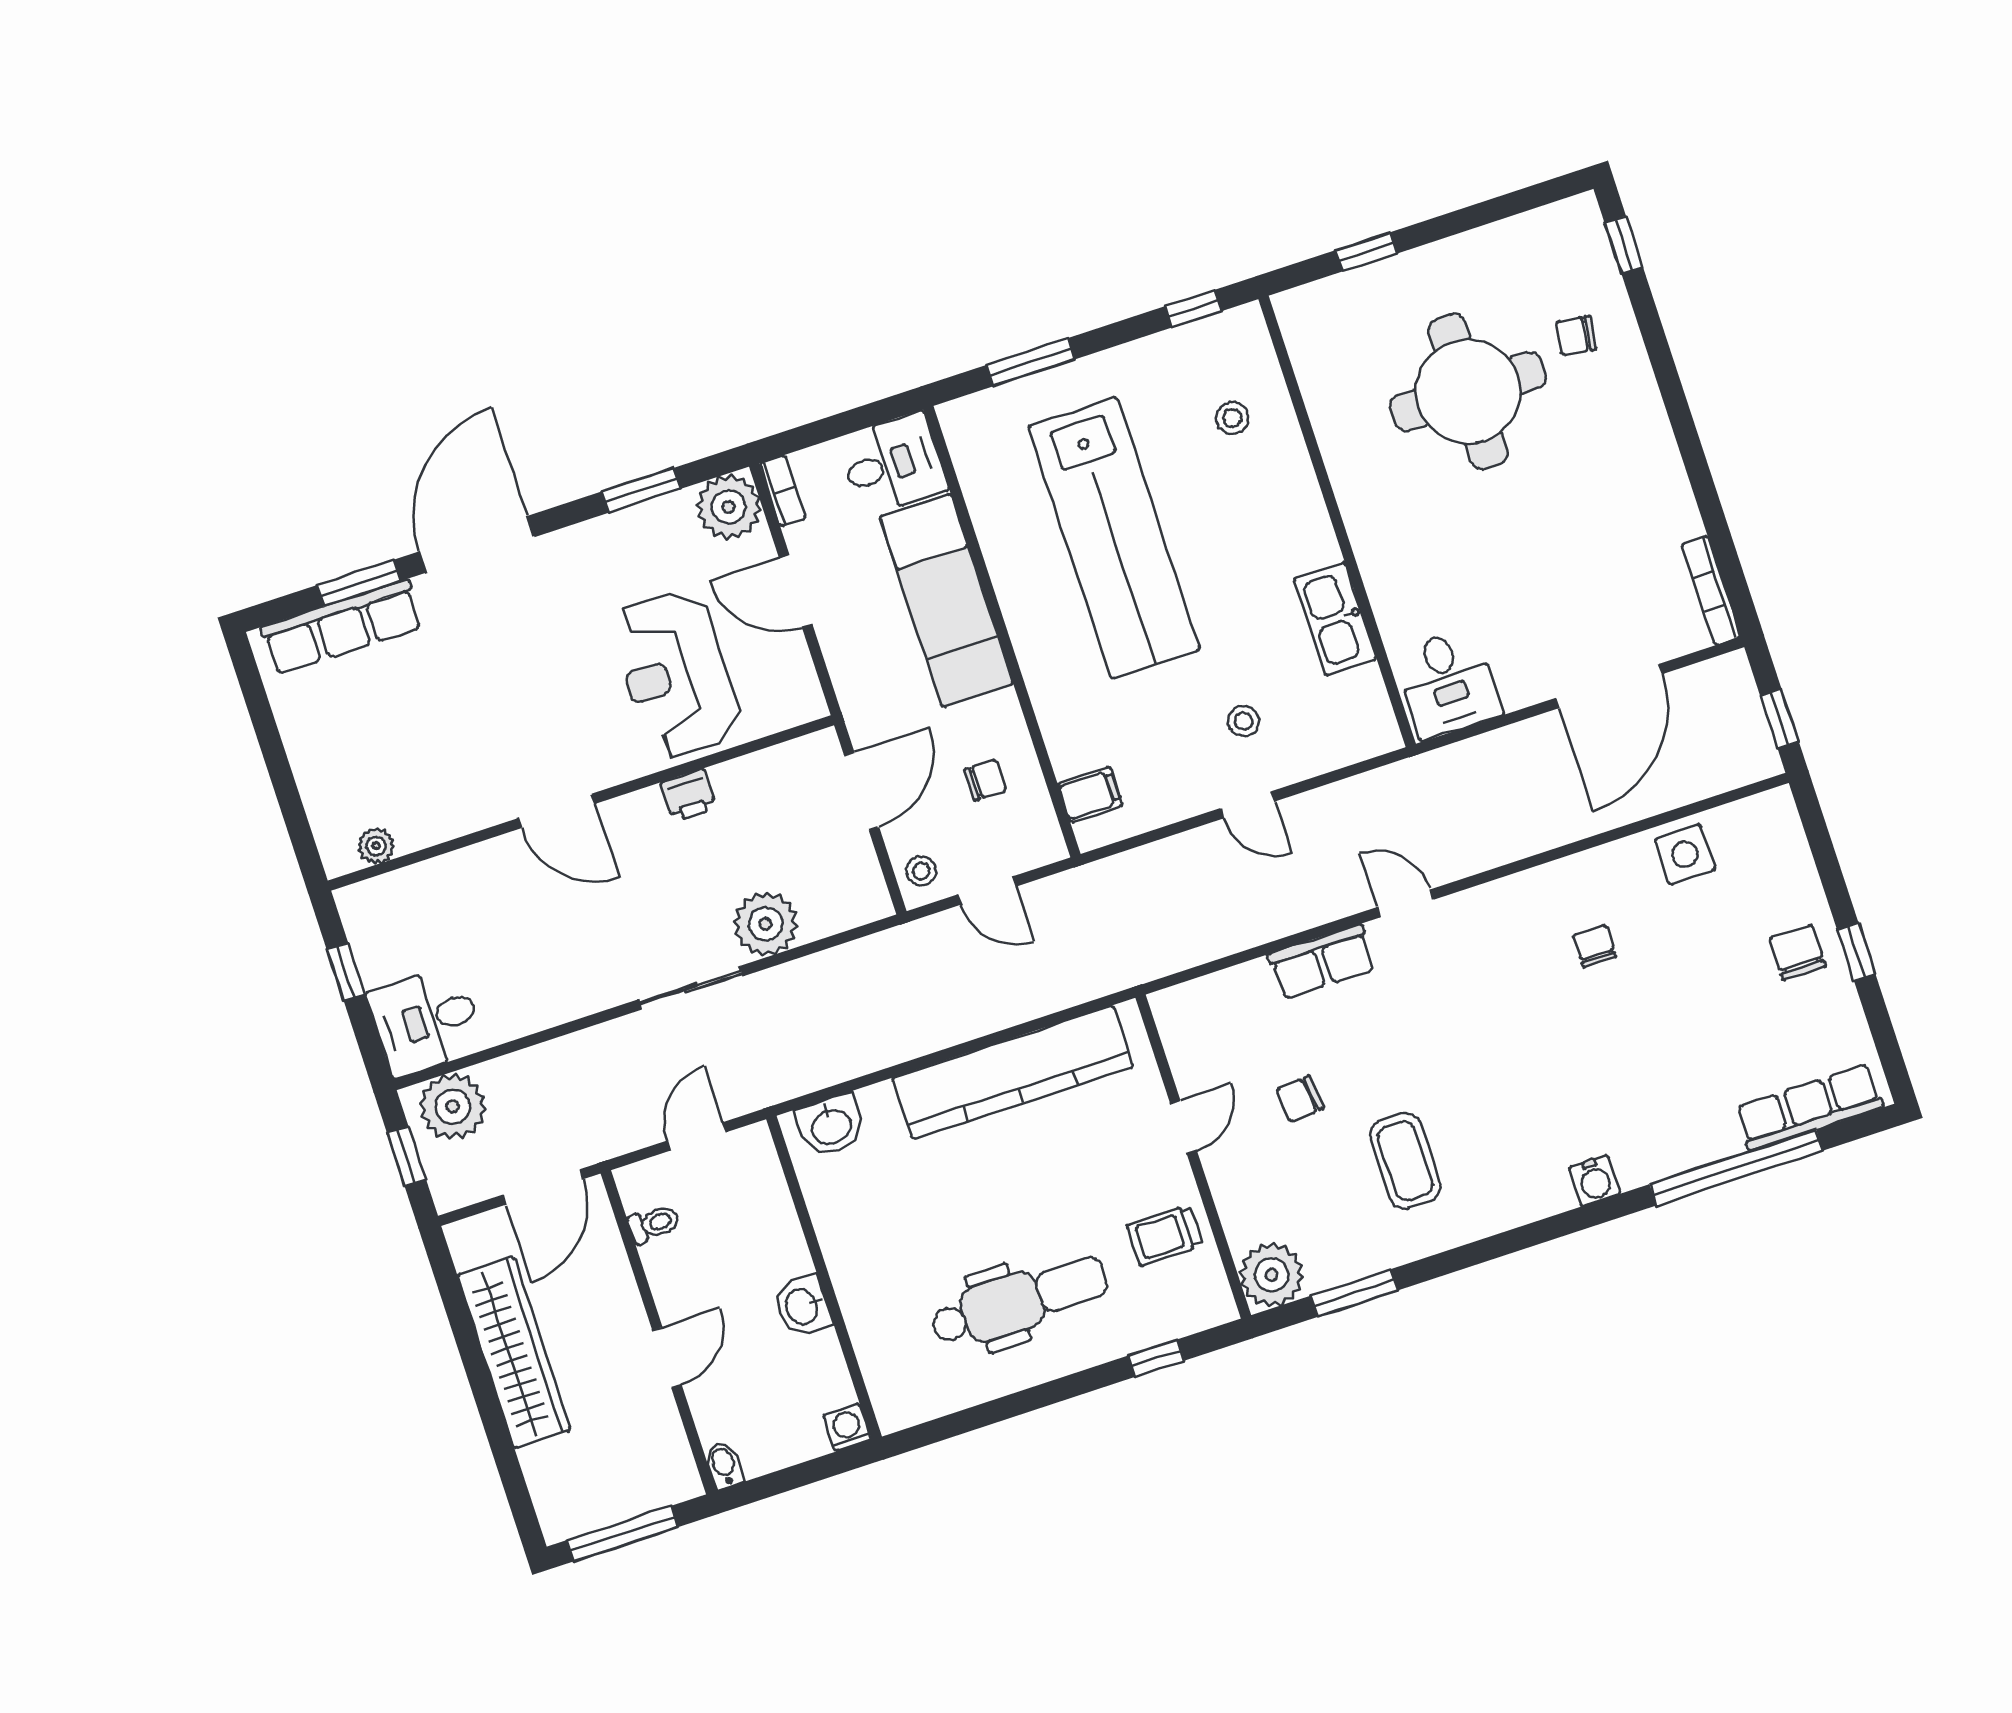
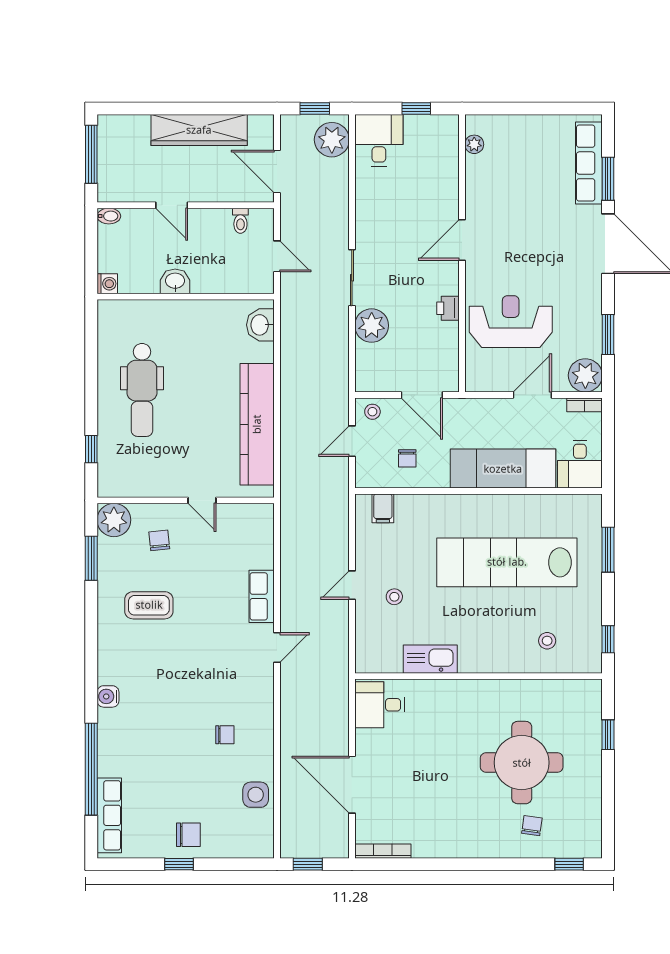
chair: (1300, 1099) -> (159, 540), moved
trolley: (1164, 1235) -> (151, 473), removed

